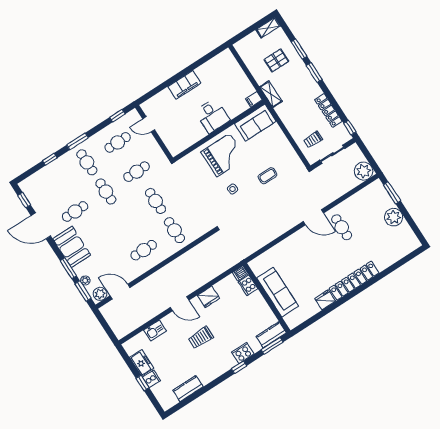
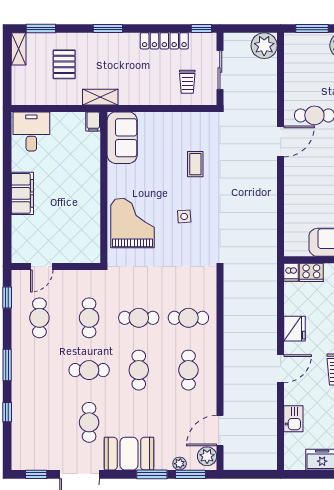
window: (299, 49) -> (41, 28), moved
desk: (212, 116) -> (31, 131), moved, turned -90
grand piano: (223, 155) -> (132, 223), moved
cafe table: (87, 162) -> (139, 370), moved, turned 90

